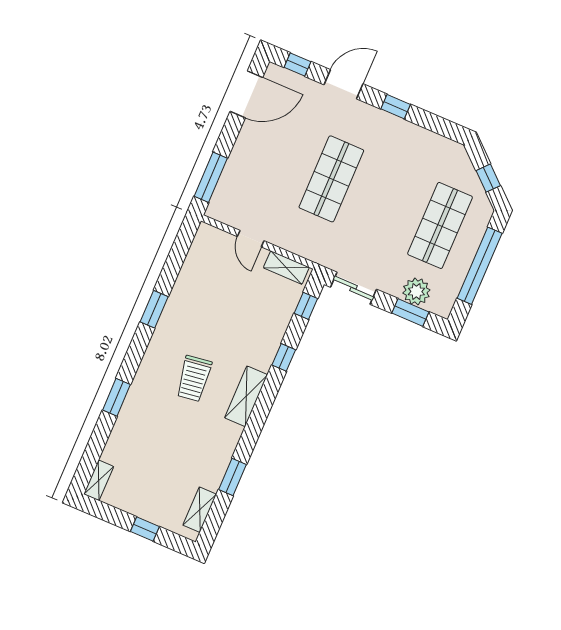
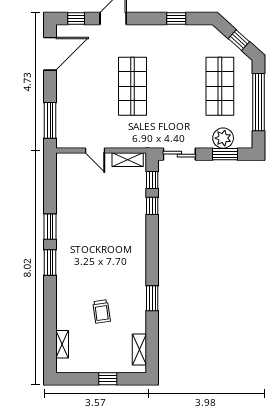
window: (396, 107) -> (176, 19), moved
window: (284, 357) -> (152, 206), moved
trolley: (194, 379) -> (102, 311), moved, width x0.73, depth x0.72
shelving: (246, 396) -> (138, 259), removed
window: (117, 397) -> (50, 263), moved
window: (232, 477) -> (152, 298), moved
shelving: (99, 480) -> (62, 344), moved

